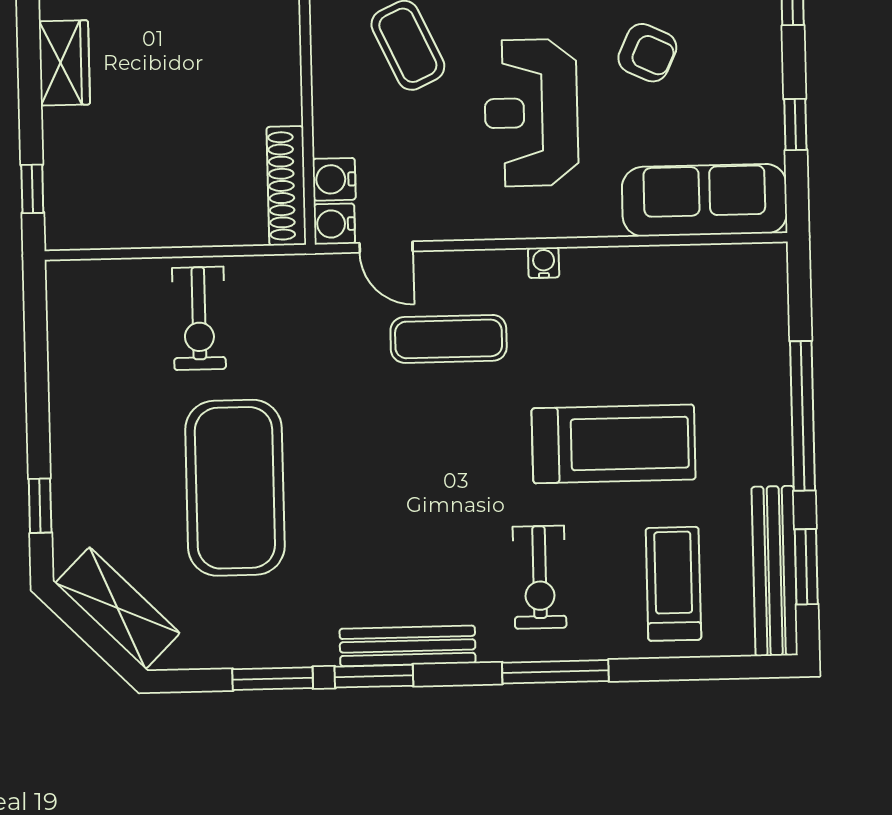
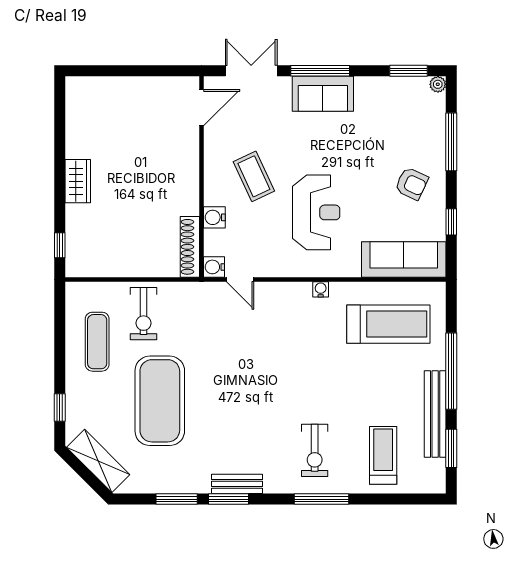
armchair: (647, 53) -> (412, 184), moved
reception desk: (531, 113) -> (316, 212), turned 180
water cooler: (334, 179) -> (214, 217), moved
exercise mat: (449, 339) -> (97, 342), moved, turned 90
treadmill: (614, 444) -> (388, 324), moved
bench: (775, 571) -> (435, 414), moved
bench: (408, 646) -> (237, 484), width x0.73

